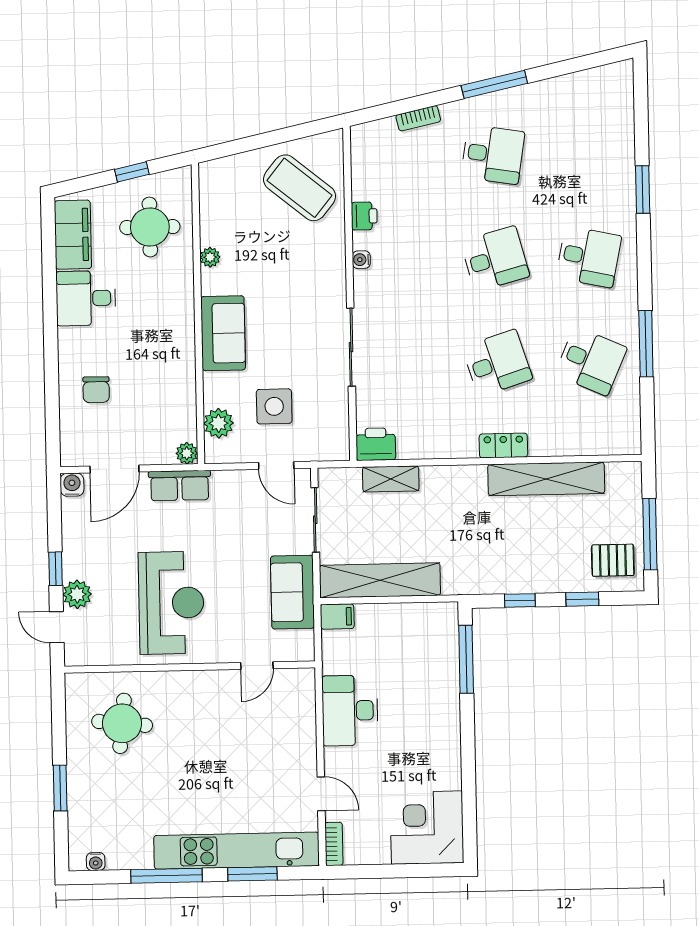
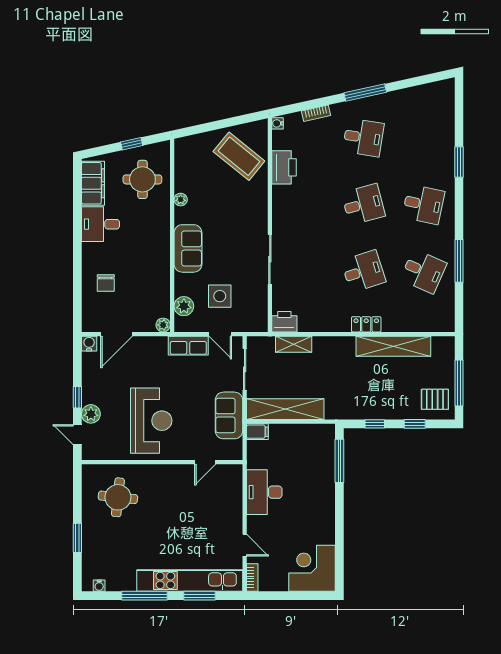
printer: (364, 216) -> (284, 167), width x1.87, depth x1.48
water cooler: (361, 260) -> (278, 123), moved
row of seats: (180, 486) -> (188, 346), moved

